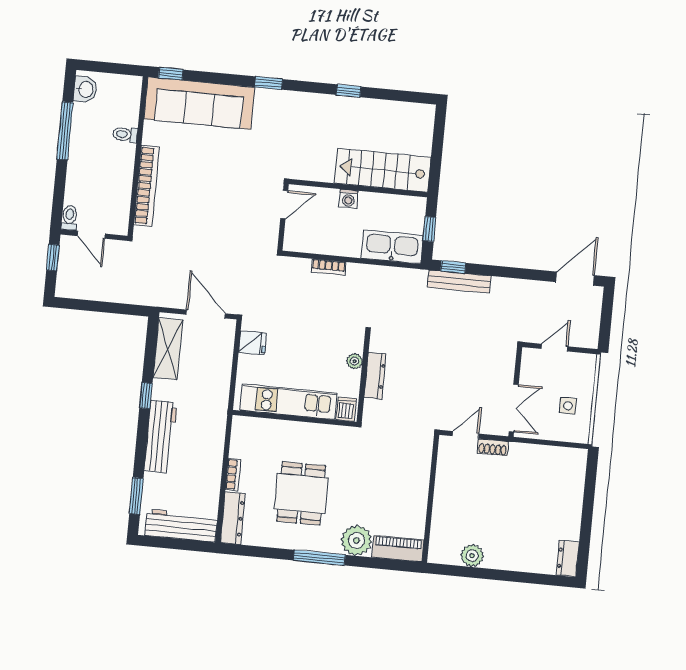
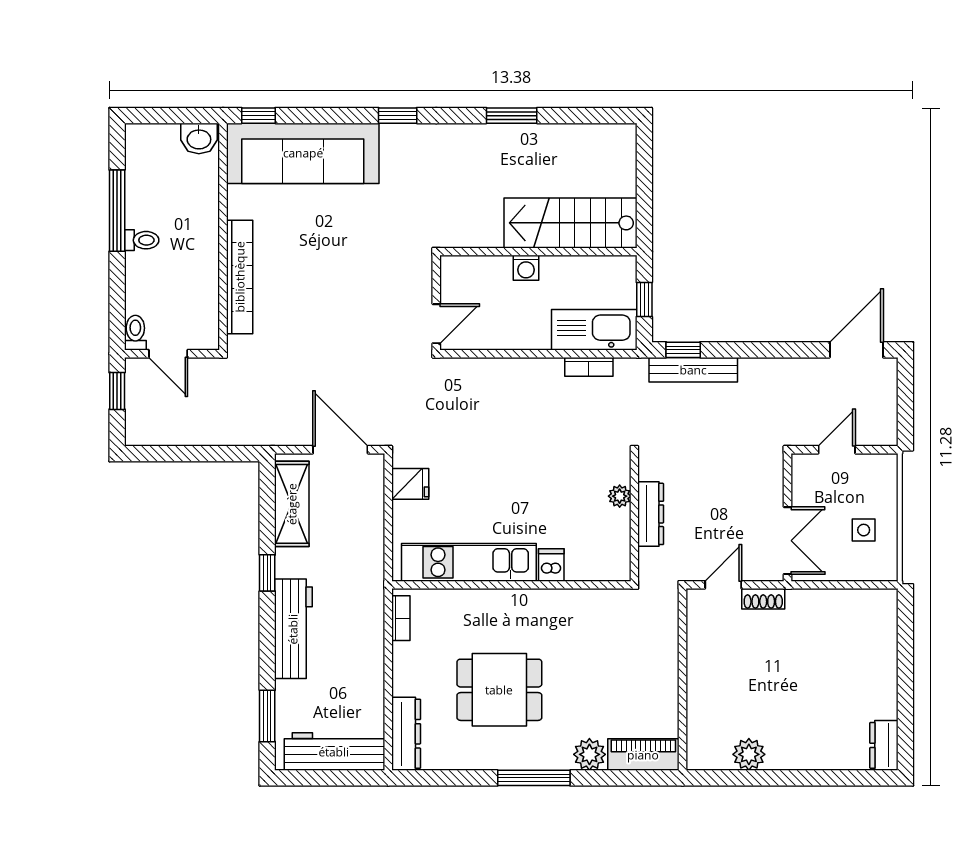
washbasin: (85, 89) -> (199, 139), moved, turned 90
window: (349, 91) -> (512, 116), width x1.50
toilet: (125, 134) -> (142, 240), moved, turned 180
door: (284, 205) -> (436, 324), moved
bookcase: (329, 267) -> (589, 367), moved
plant: (354, 361) -> (620, 496), moved
dresser: (375, 376) -> (651, 514), moved
wall: (363, 377) -> (634, 517), moved
bookcase: (233, 474) -> (401, 618), moved
dining table: (301, 493) -> (499, 690), turned 90
plant: (356, 540) -> (589, 754), width x0.73, depth x0.73

